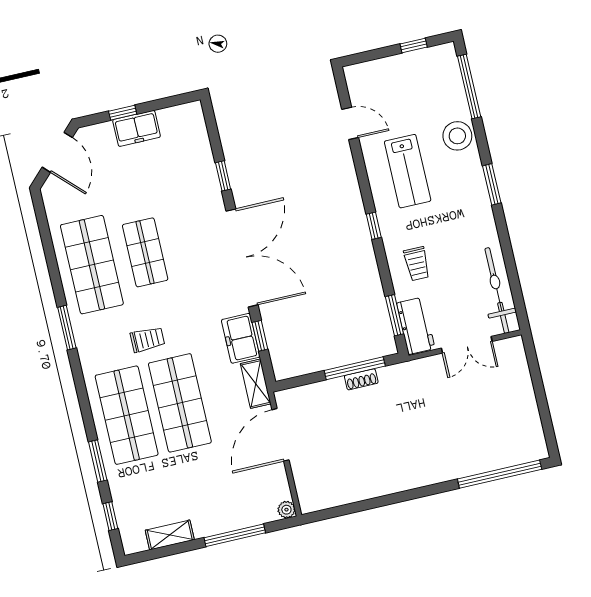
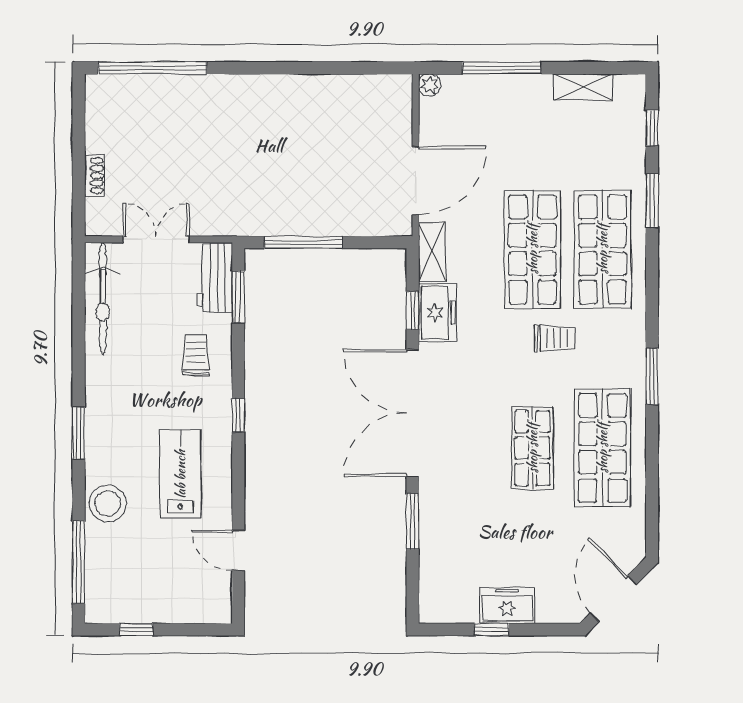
window: (123, 113) -> (492, 630), moved
window: (223, 176) -> (413, 521), width x1.50
trolley: (147, 339) -> (555, 338), turned 180
shoe rack: (361, 379) -> (94, 176), moved, turned 90

